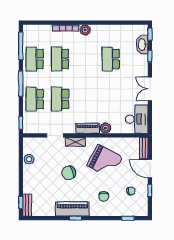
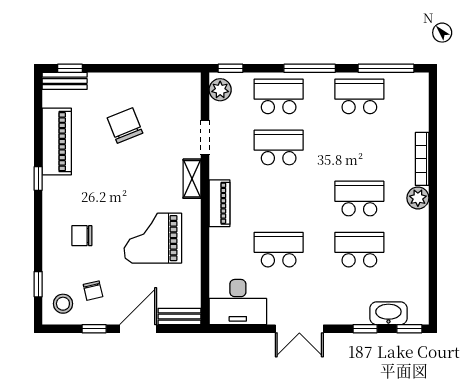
school desk: (60, 59) -> (359, 199), moved
double door: (150, 89) -> (299, 329), swing flipped
school desk: (111, 99) -> (279, 250), added
plant: (105, 128) -> (220, 90), moved
stool: (29, 159) -> (63, 304), moved
grand piano: (105, 161) -> (153, 238), turned 63
chair: (69, 173) -> (125, 126), moved
piano: (72, 209) -> (57, 142), moved

